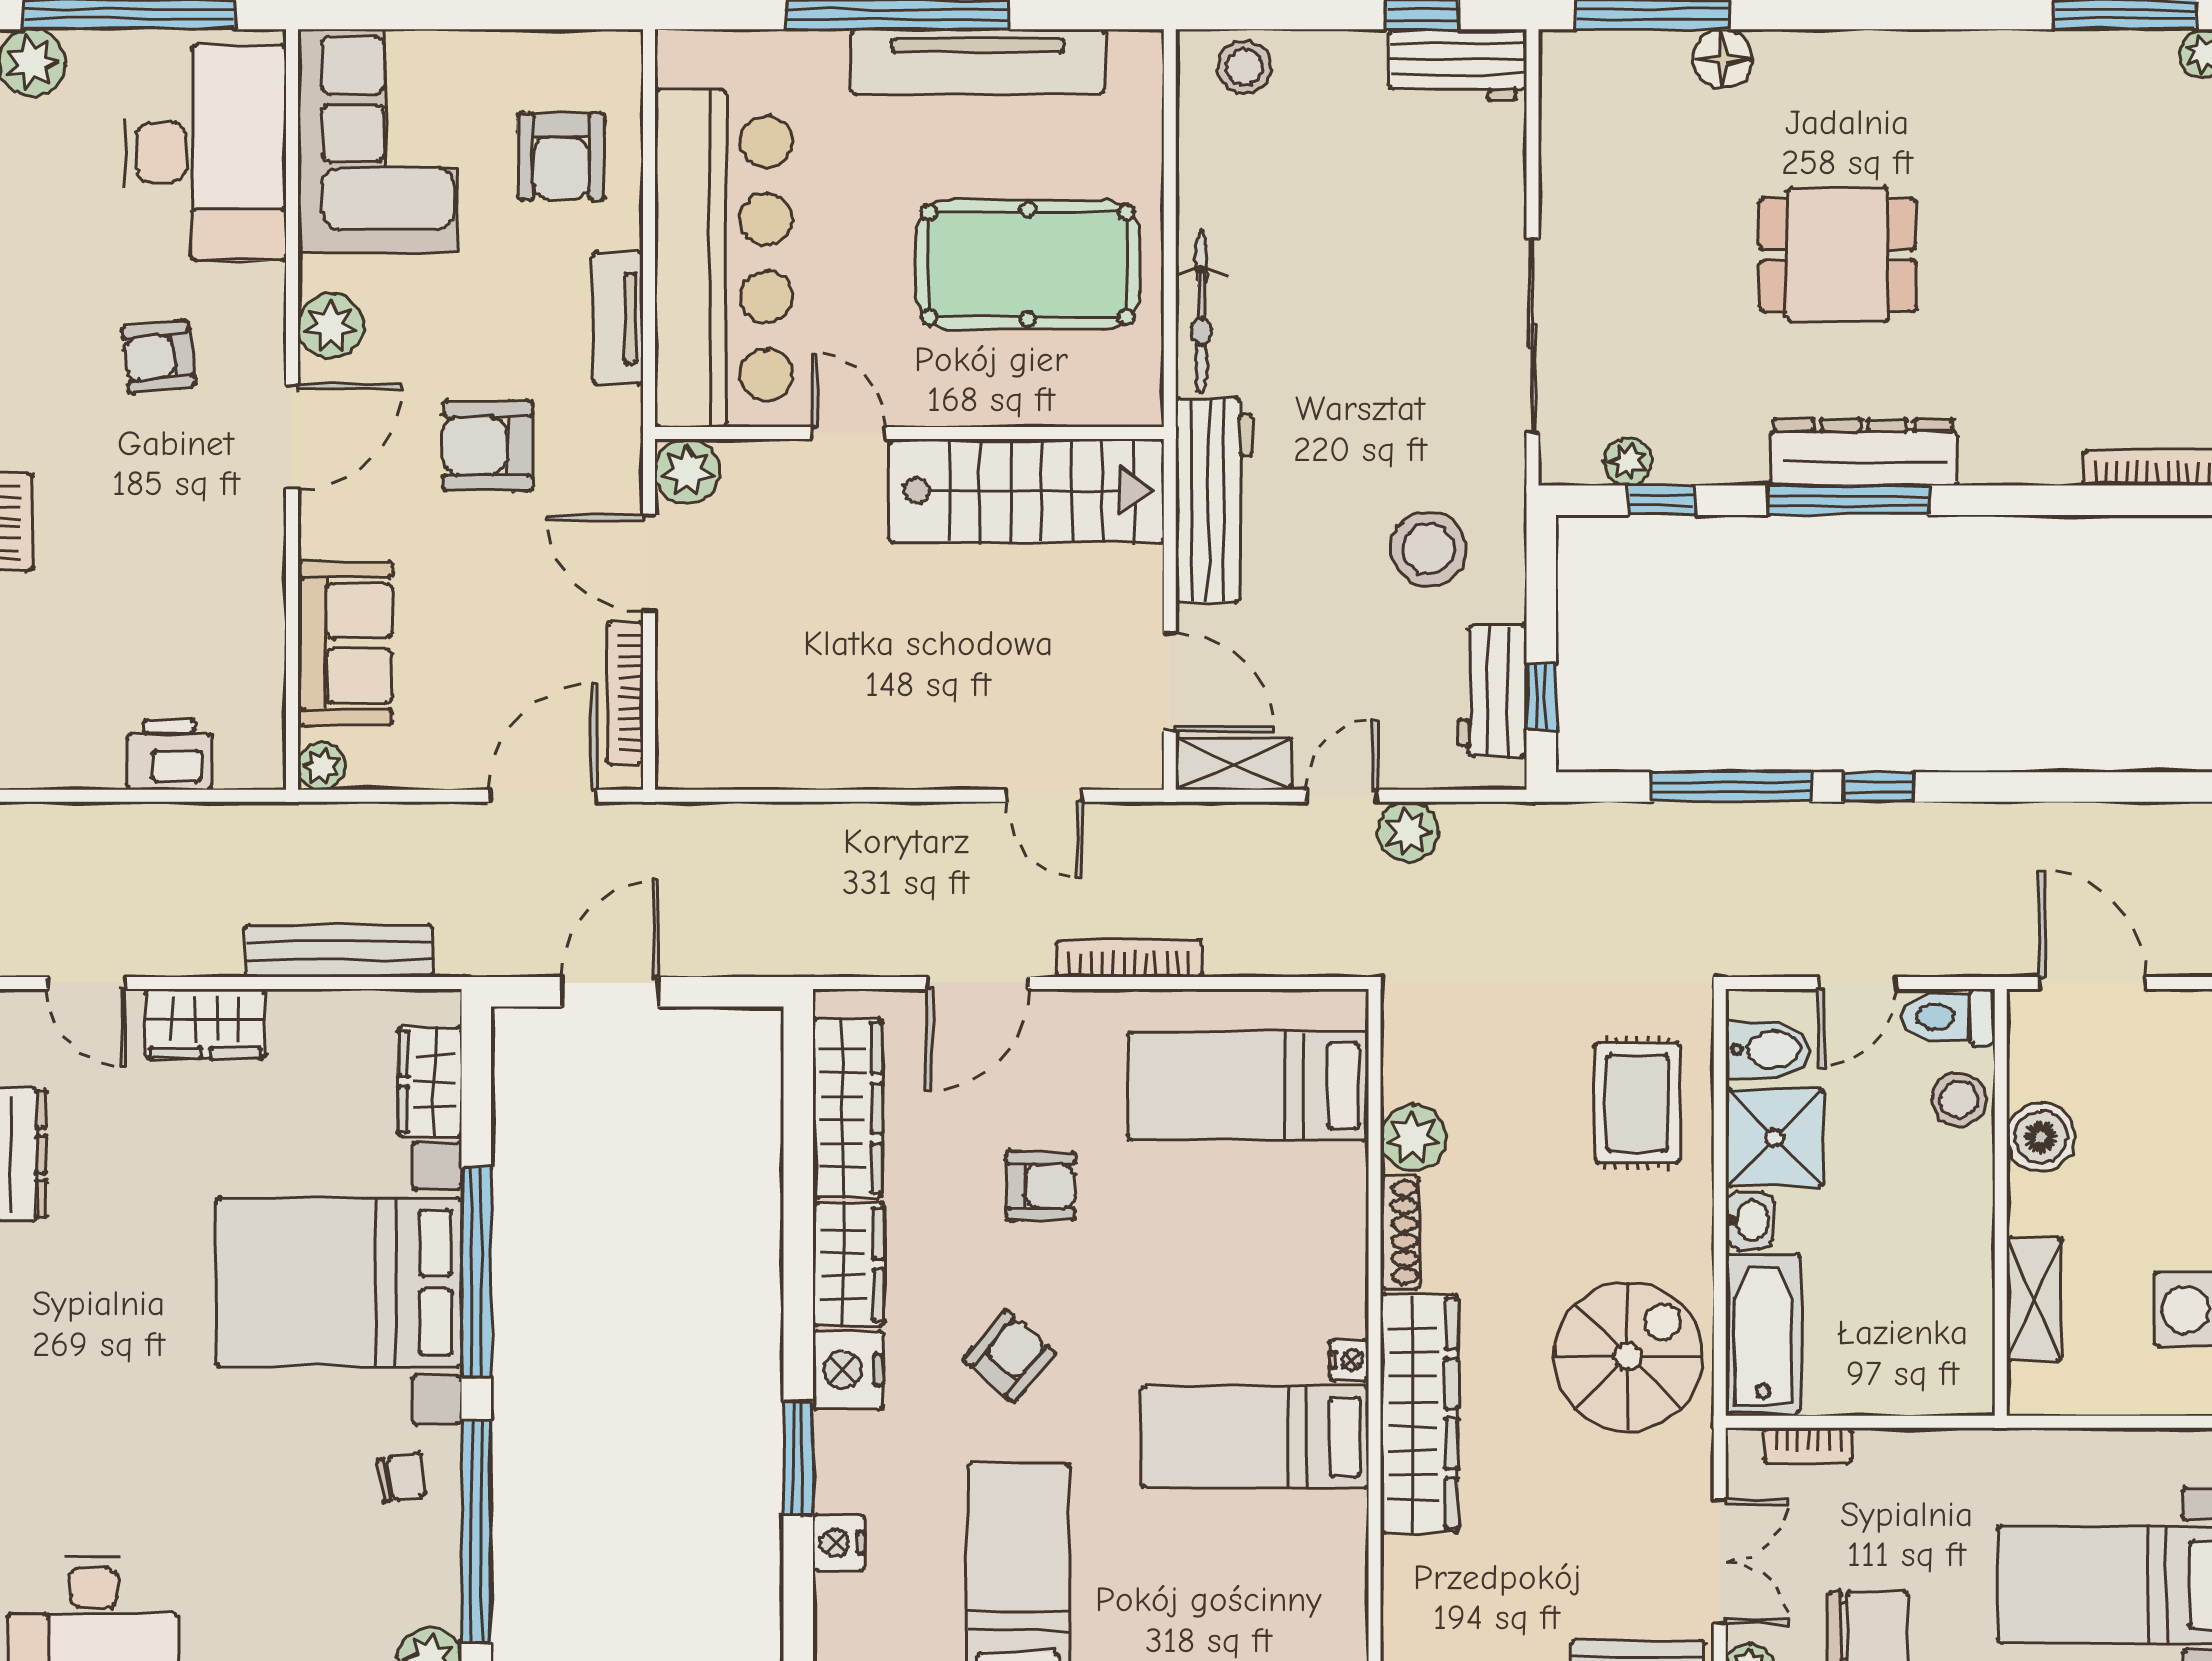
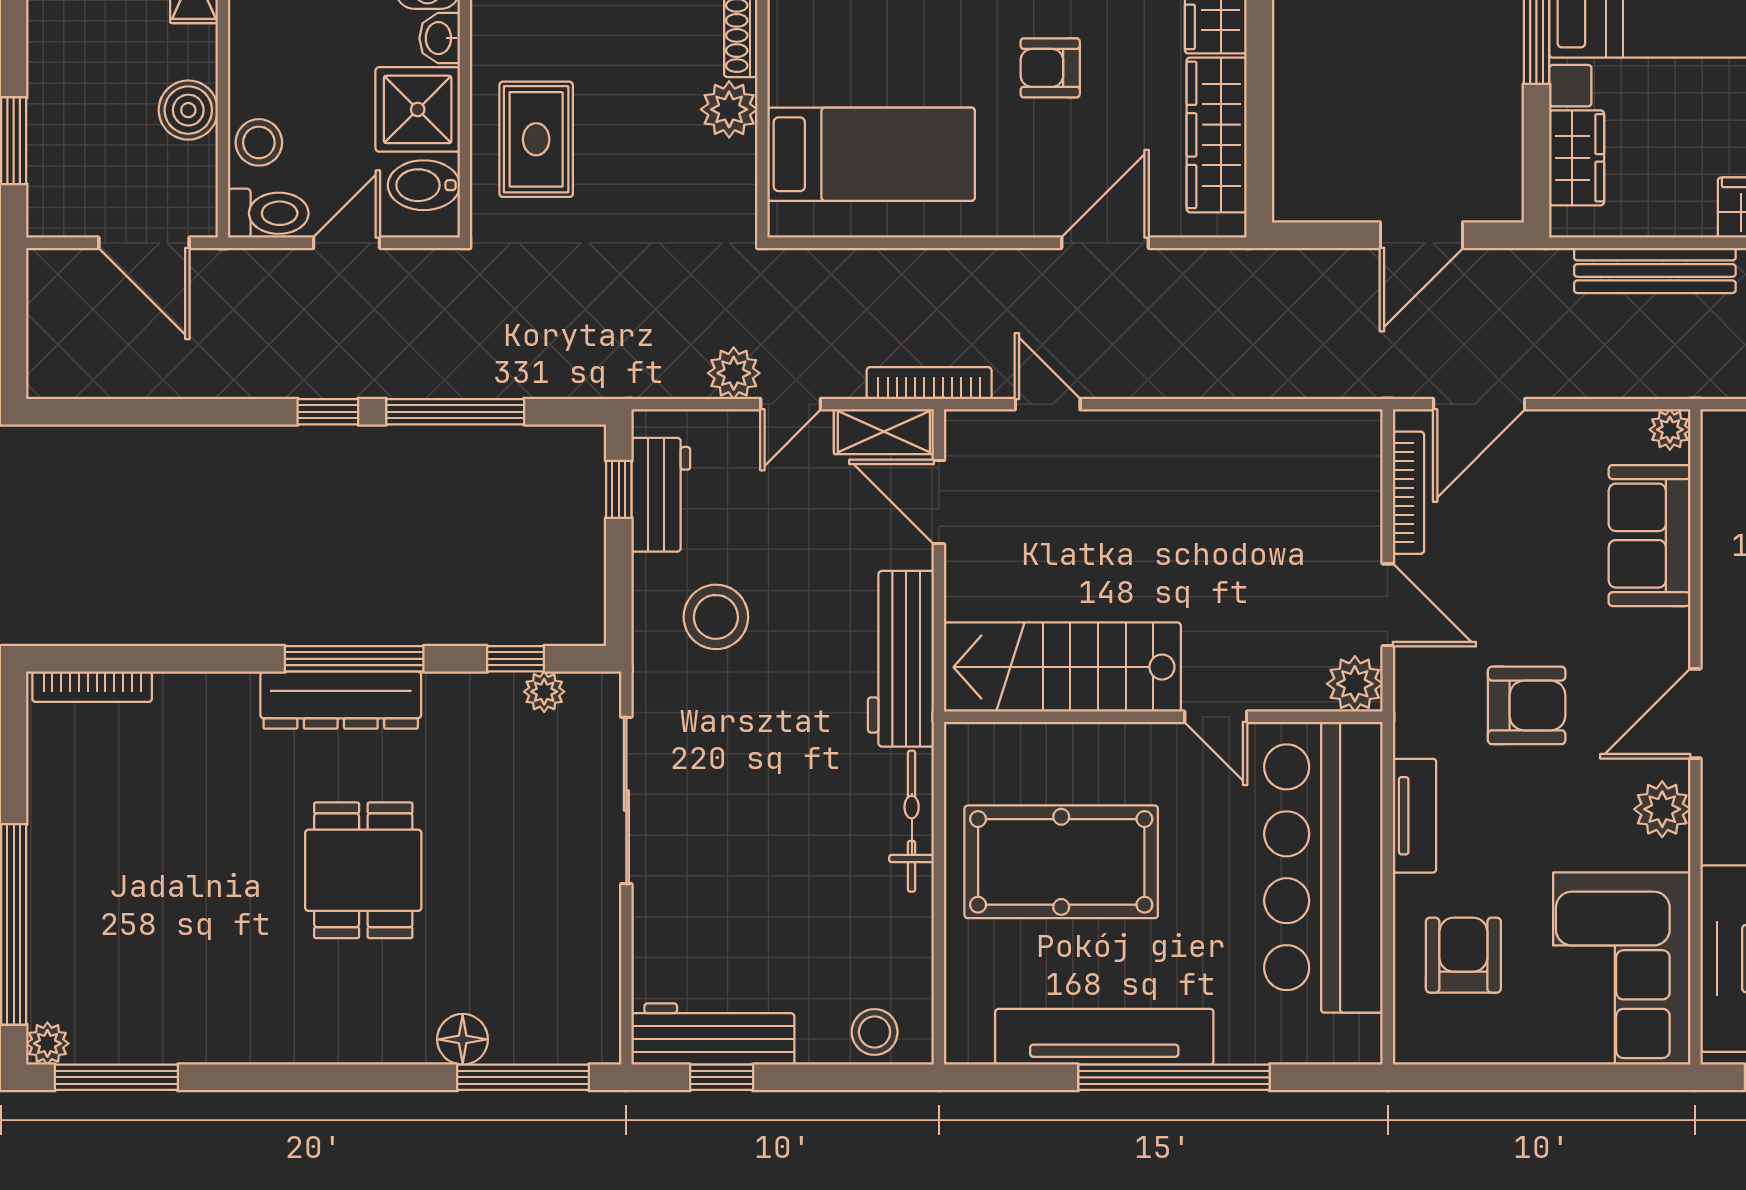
workbench: (1458, 65) -> (713, 1034), width x1.38
dining table: (1838, 255) -> (363, 870), turned 90
bookcase: (1129, 959) -> (929, 383), moved, turned 180

